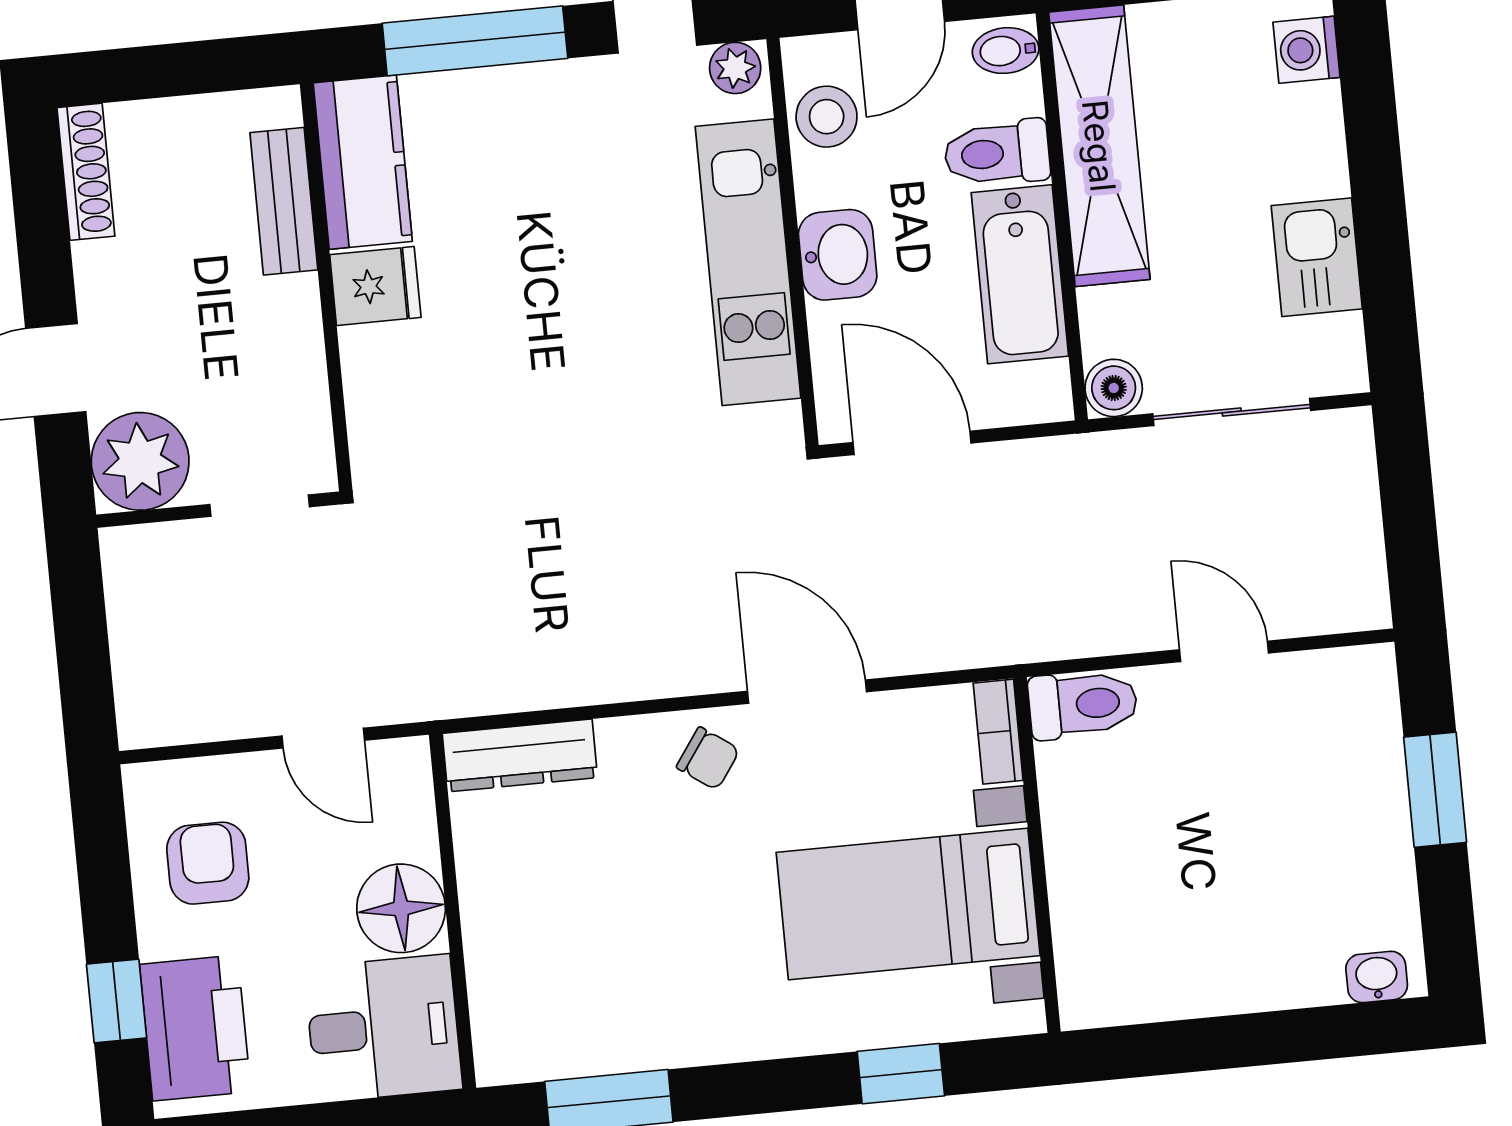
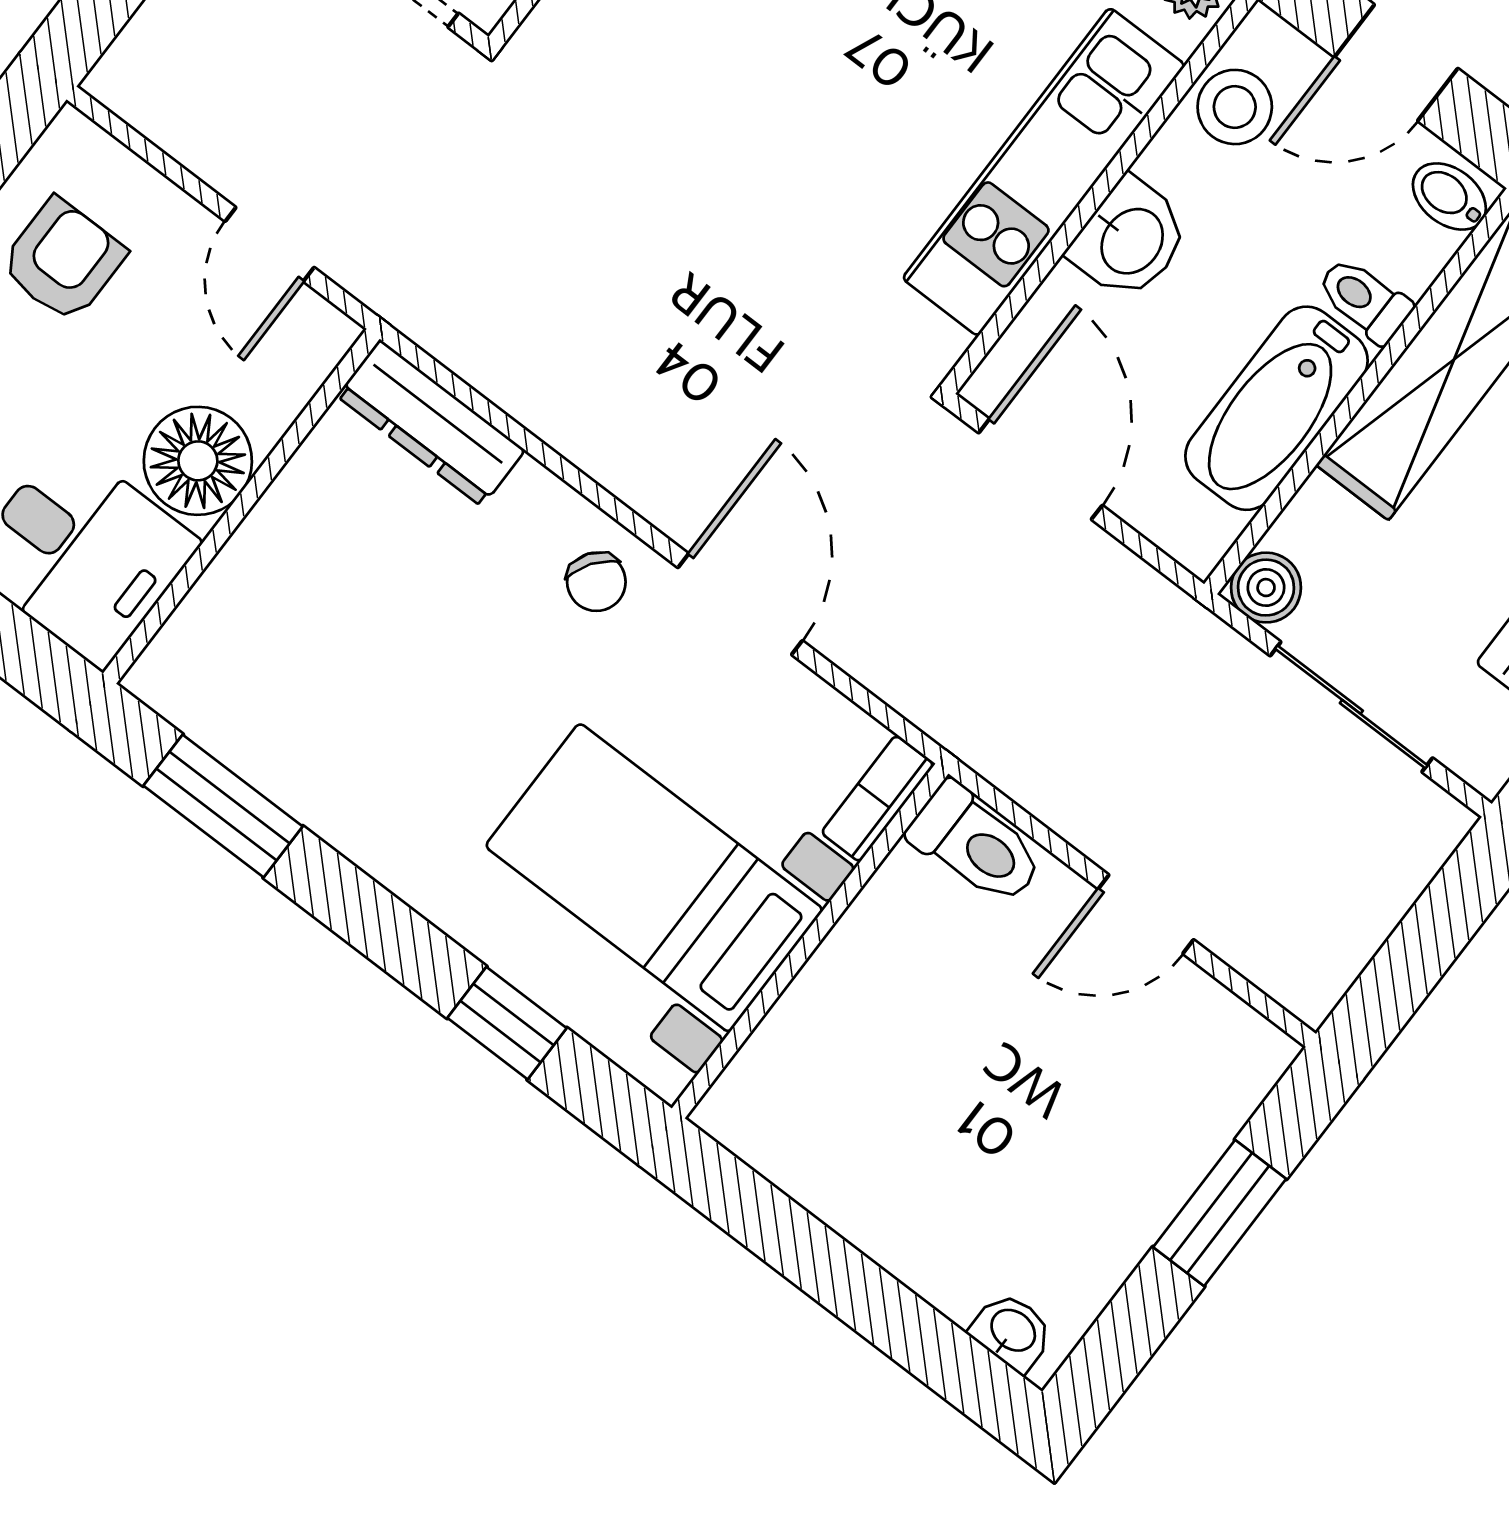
toilet: (997, 153) -> (1364, 300), width x0.73, depth x0.72
door: (1224, 651) -> (1146, 914), swing flipped

